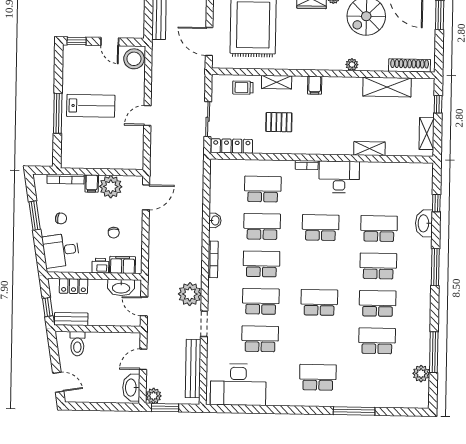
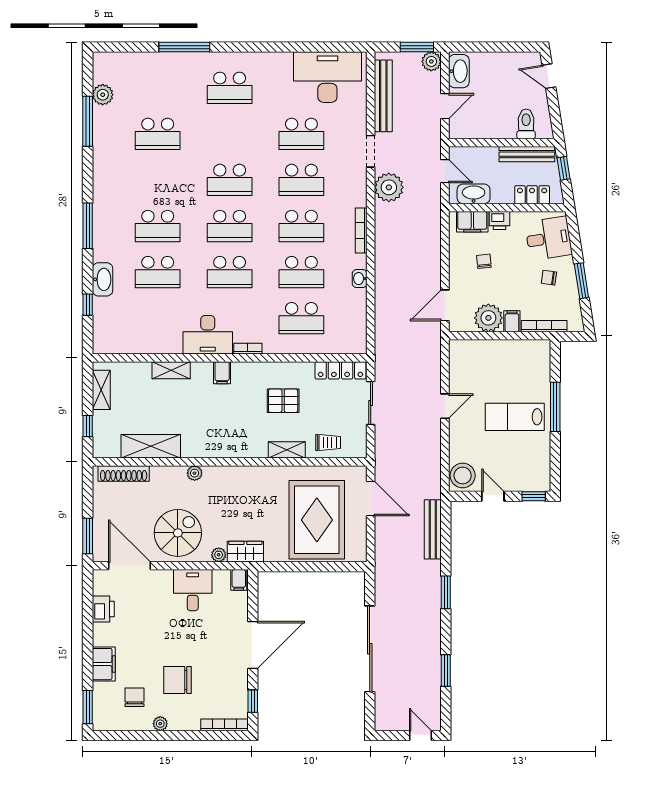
filing cabinet: (315, 85) -> (222, 373), moved, turned 180
school desk: (378, 303) -> (230, 226), moved
bench: (71, 319) -> (527, 154), width x1.36

